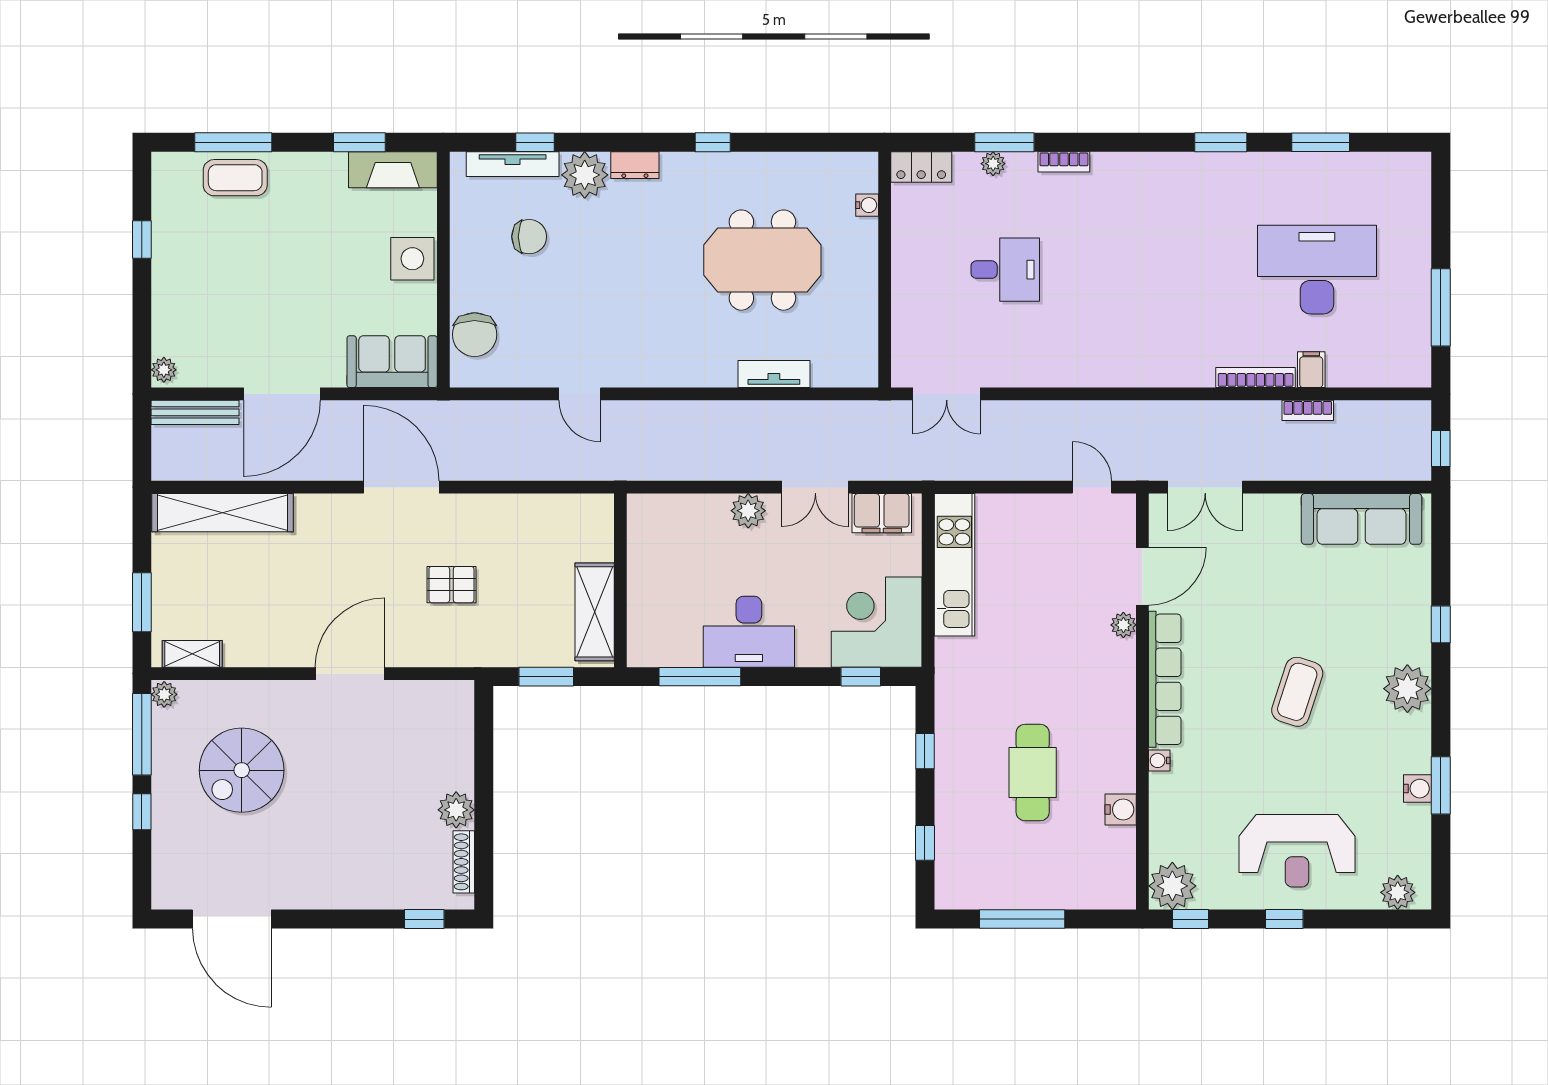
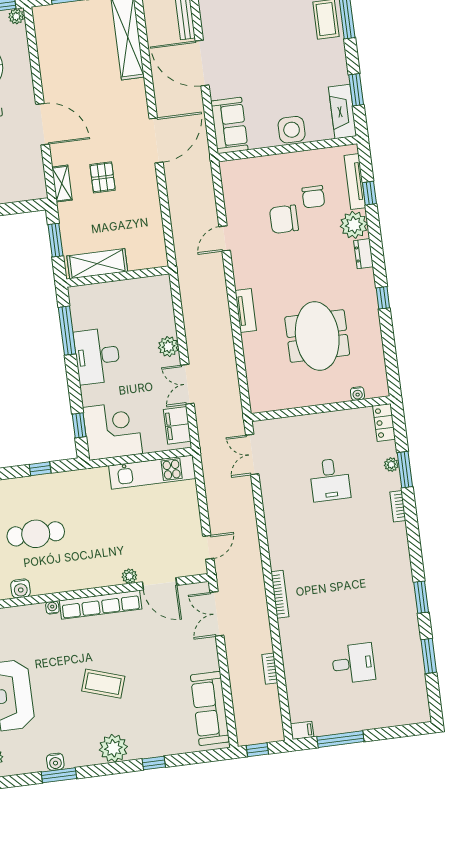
desk: (1317, 270) -> (353, 663), width x0.53, depth x0.77
chair: (475, 335) -> (284, 219), moved
filing cabinet: (1311, 370) -> (302, 730), moved
tv unit: (774, 374) -> (246, 311), moved
bookcase: (1256, 378) -> (280, 594), moved
shelving: (192, 654) -> (62, 184), moved

